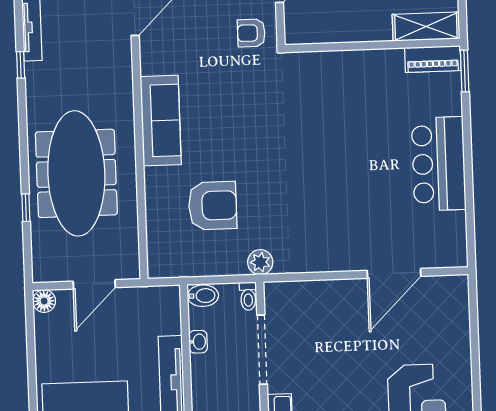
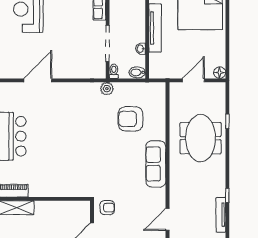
meeting table: (76, 173) -> (201, 138), width x0.73

